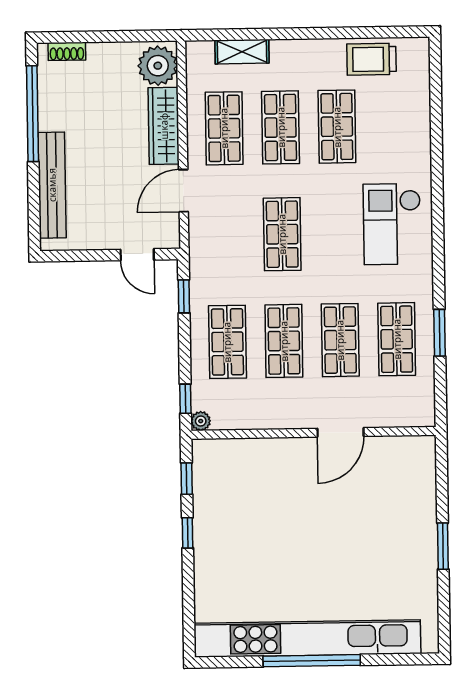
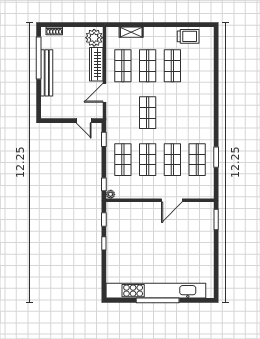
trolley: (372, 59) -> (188, 36), turned 180
bench: (52, 185) -> (47, 73), moved
checkout: (392, 224) -> (196, 109), removed
window: (443, 546) -> (216, 220), moved

